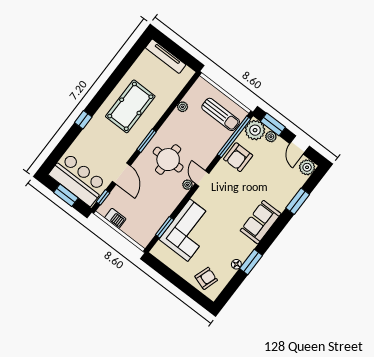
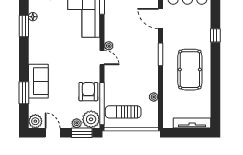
round table: (168, 160) -> (136, 53), removed
sofa: (261, 222) -> (38, 81), moved

